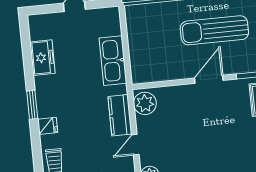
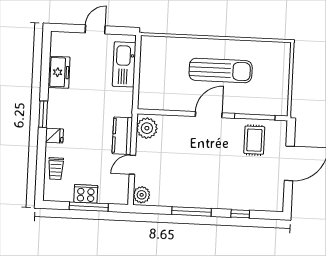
sun lounger: (214, 30) -> (221, 70), turned 180
kitchen sink: (113, 61) -> (124, 64), moved

